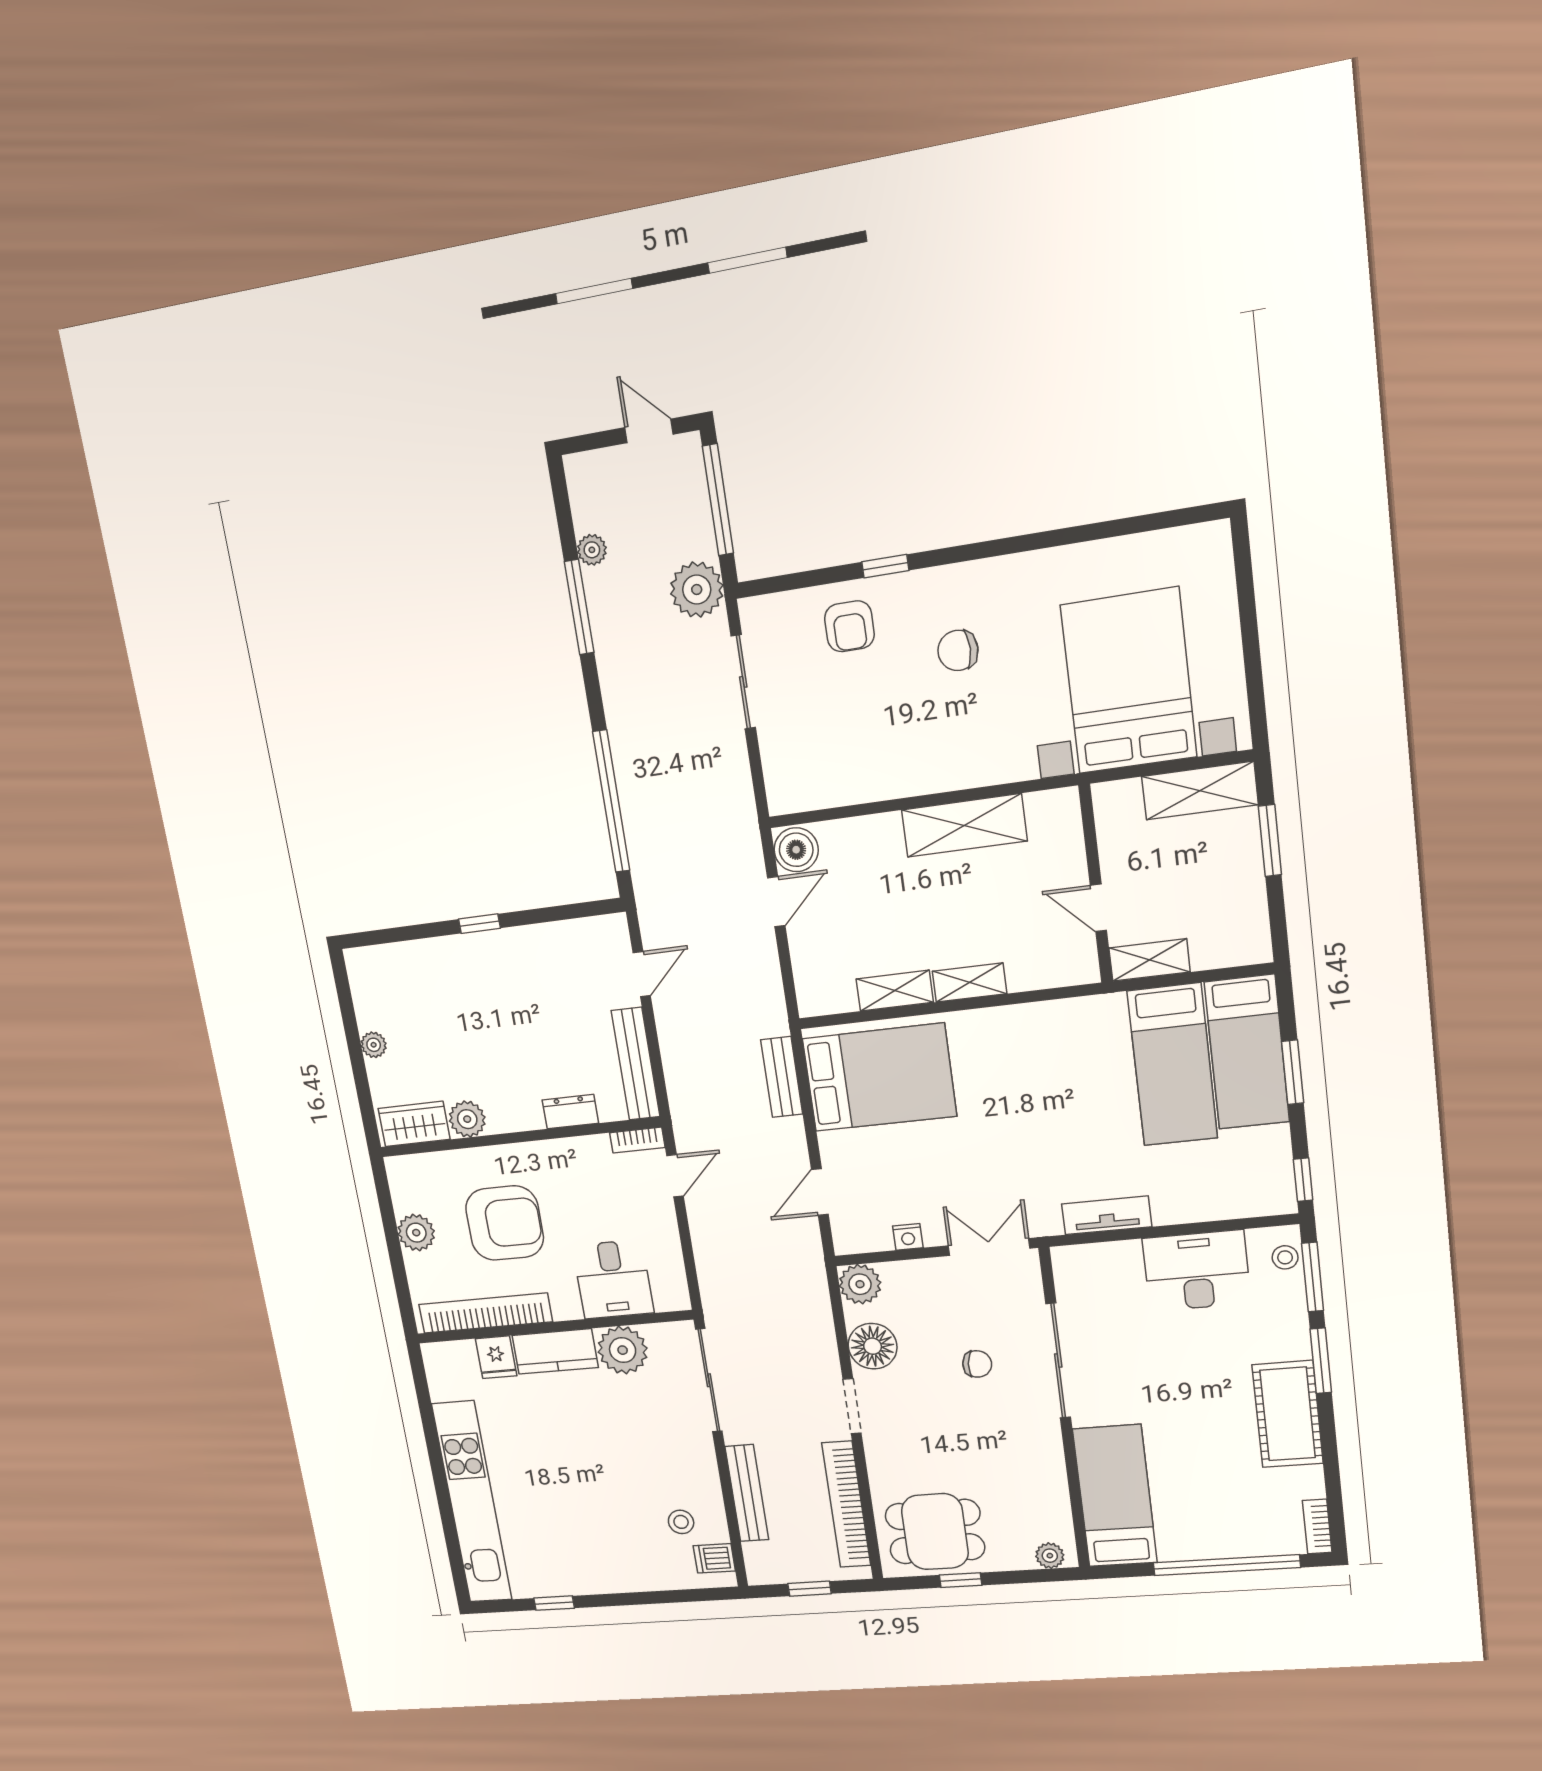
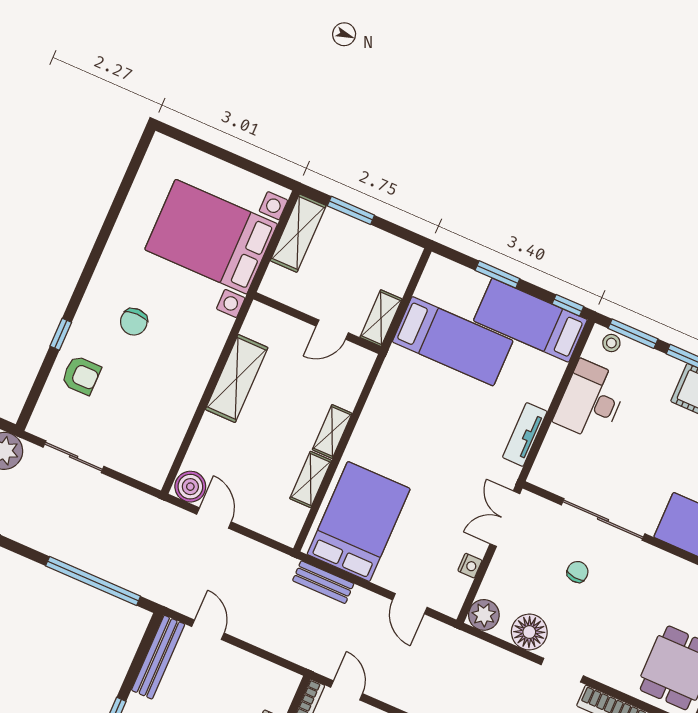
bed: (1247, 1052) -> (530, 320), moved, turned 180
bench: (636, 1064) -> (158, 657), moved, turned 90

